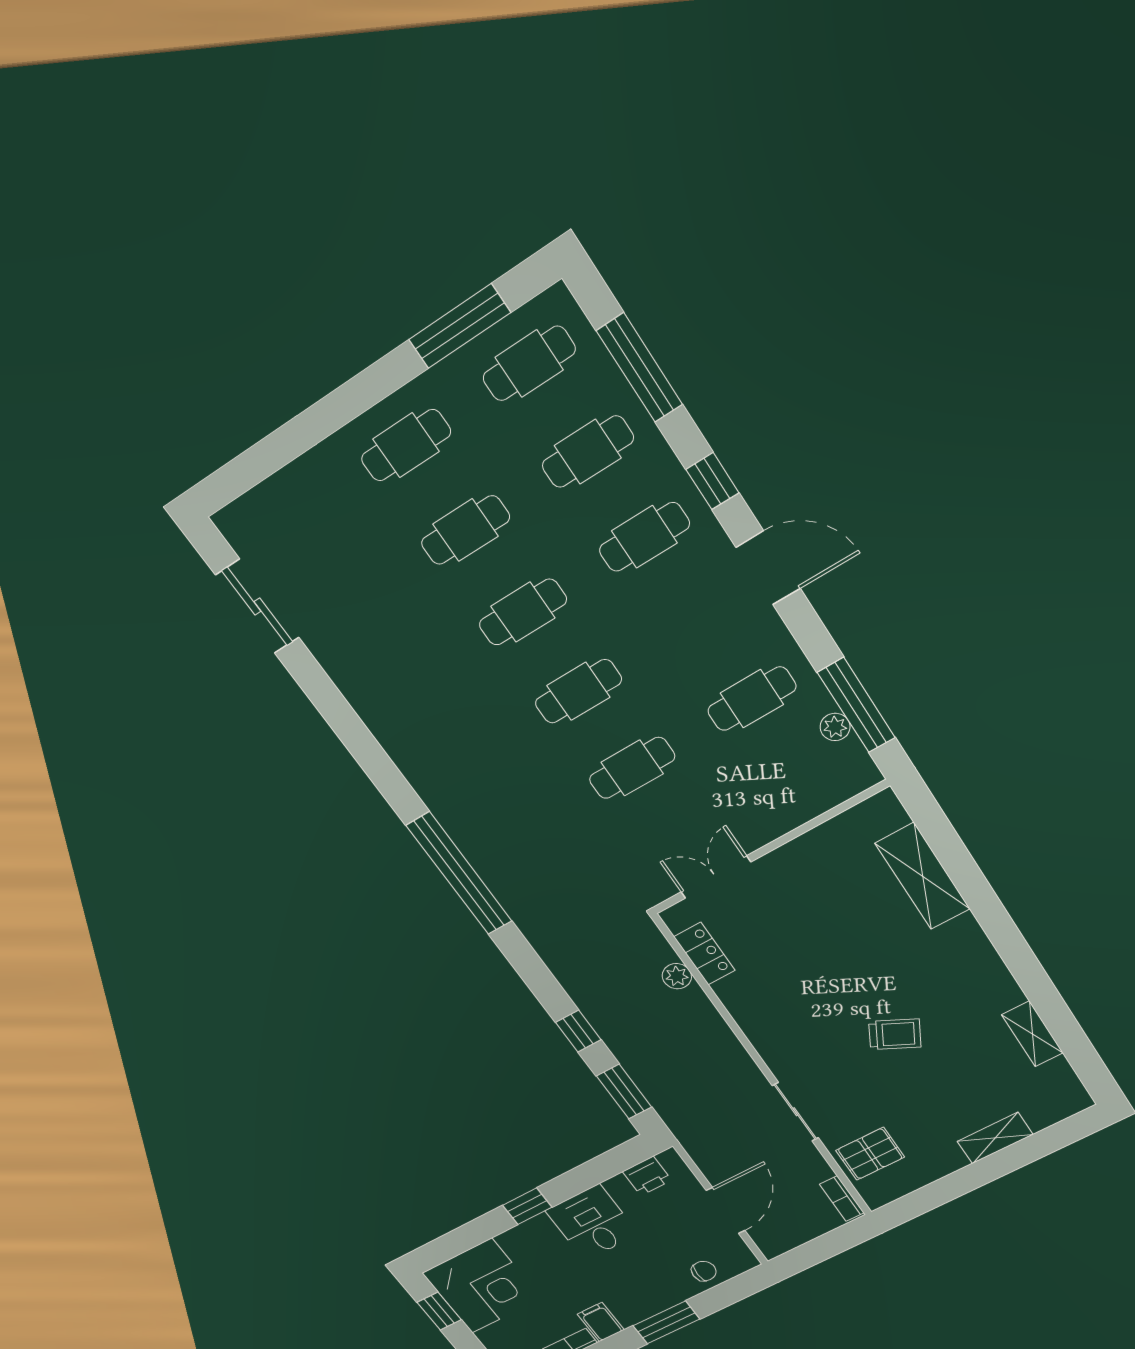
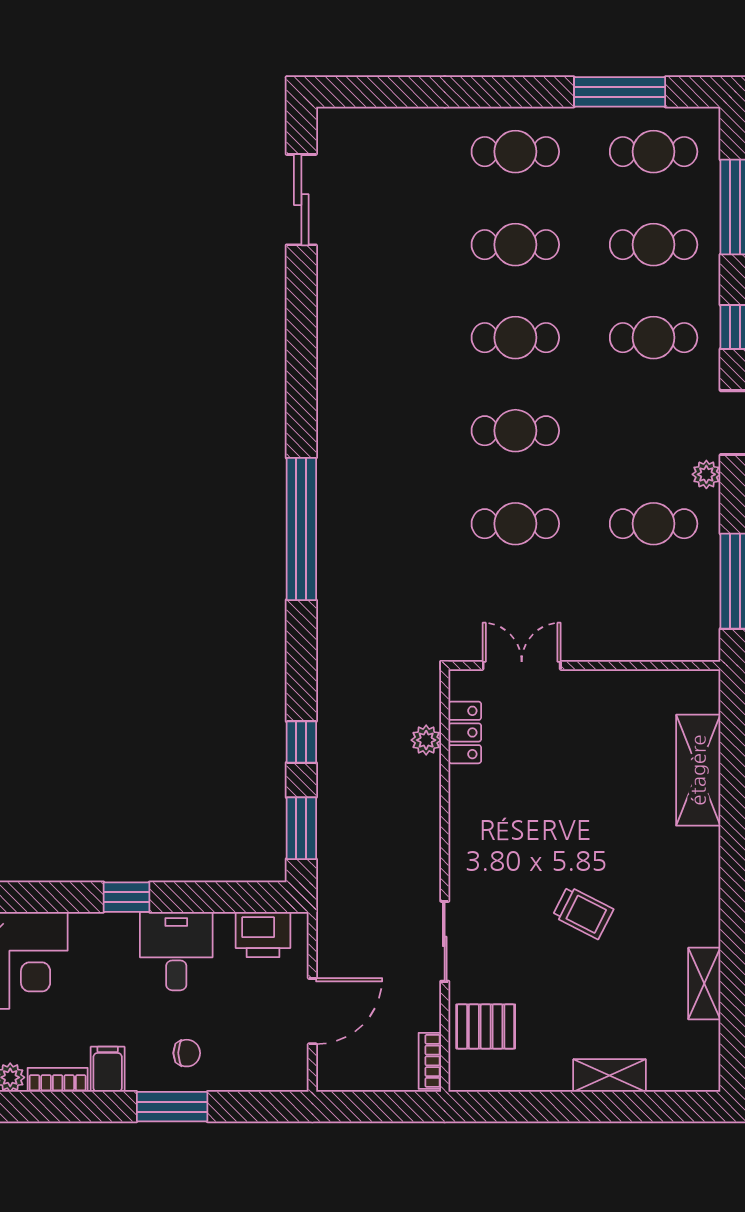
plant: (835, 727) -> (706, 474), moved
printer: (647, 1176) -> (263, 934), width x1.36, depth x1.24
chair: (704, 1271) -> (187, 1053), moved

